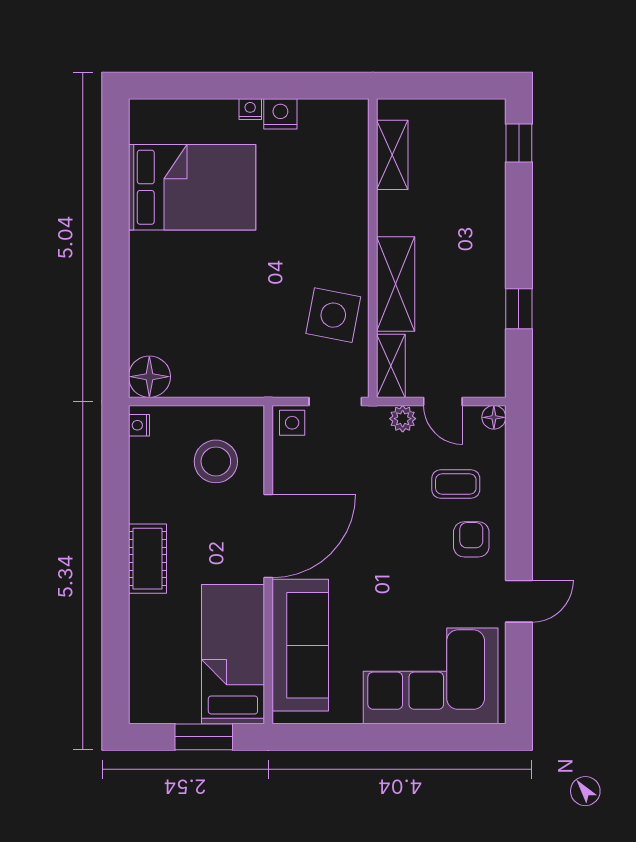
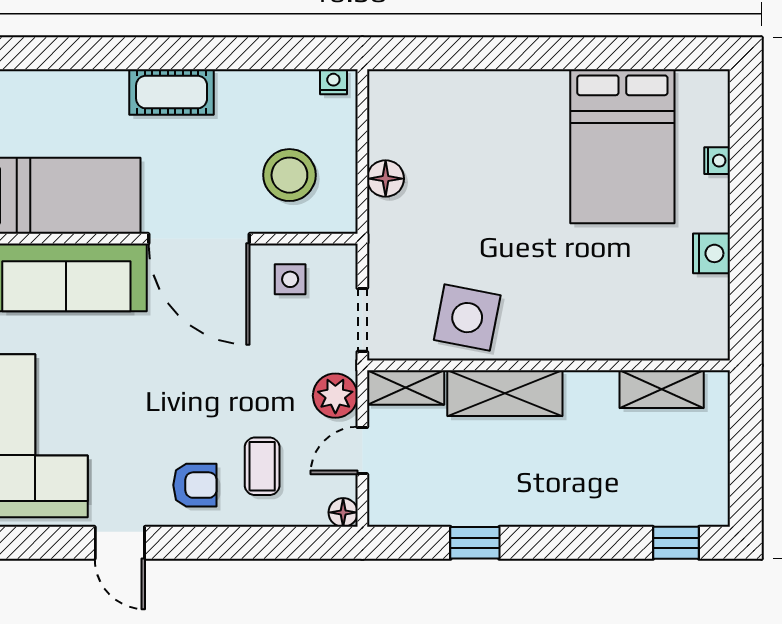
nightstand: (250, 109) -> (717, 161), moved
floor lamp: (149, 377) -> (386, 179), moved, width x0.73, depth x0.73
plant: (403, 419) -> (335, 396), width x1.38, depth x1.38
side table: (292, 423) -> (290, 279), moved

